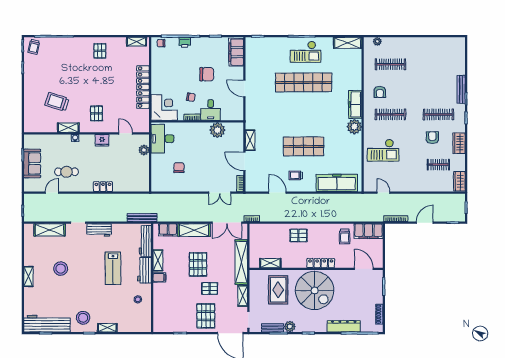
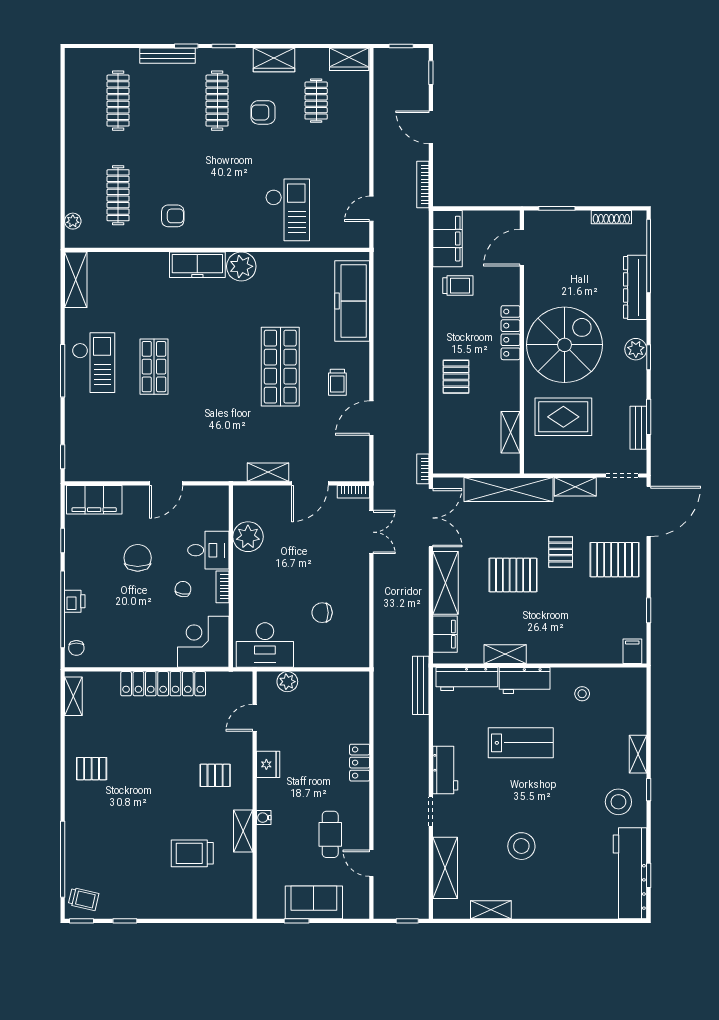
shop shelf: (304, 82) -> (154, 367), width x0.50, depth x0.74
trolley: (57, 102) -> (192, 853), turned 72
clothes rail: (390, 114) -> (118, 101), moved
shelving: (28, 276) -> (491, 910), moved
filing cabinet: (159, 277) -> (632, 651), moved
plant: (290, 327) -> (636, 349), moved

